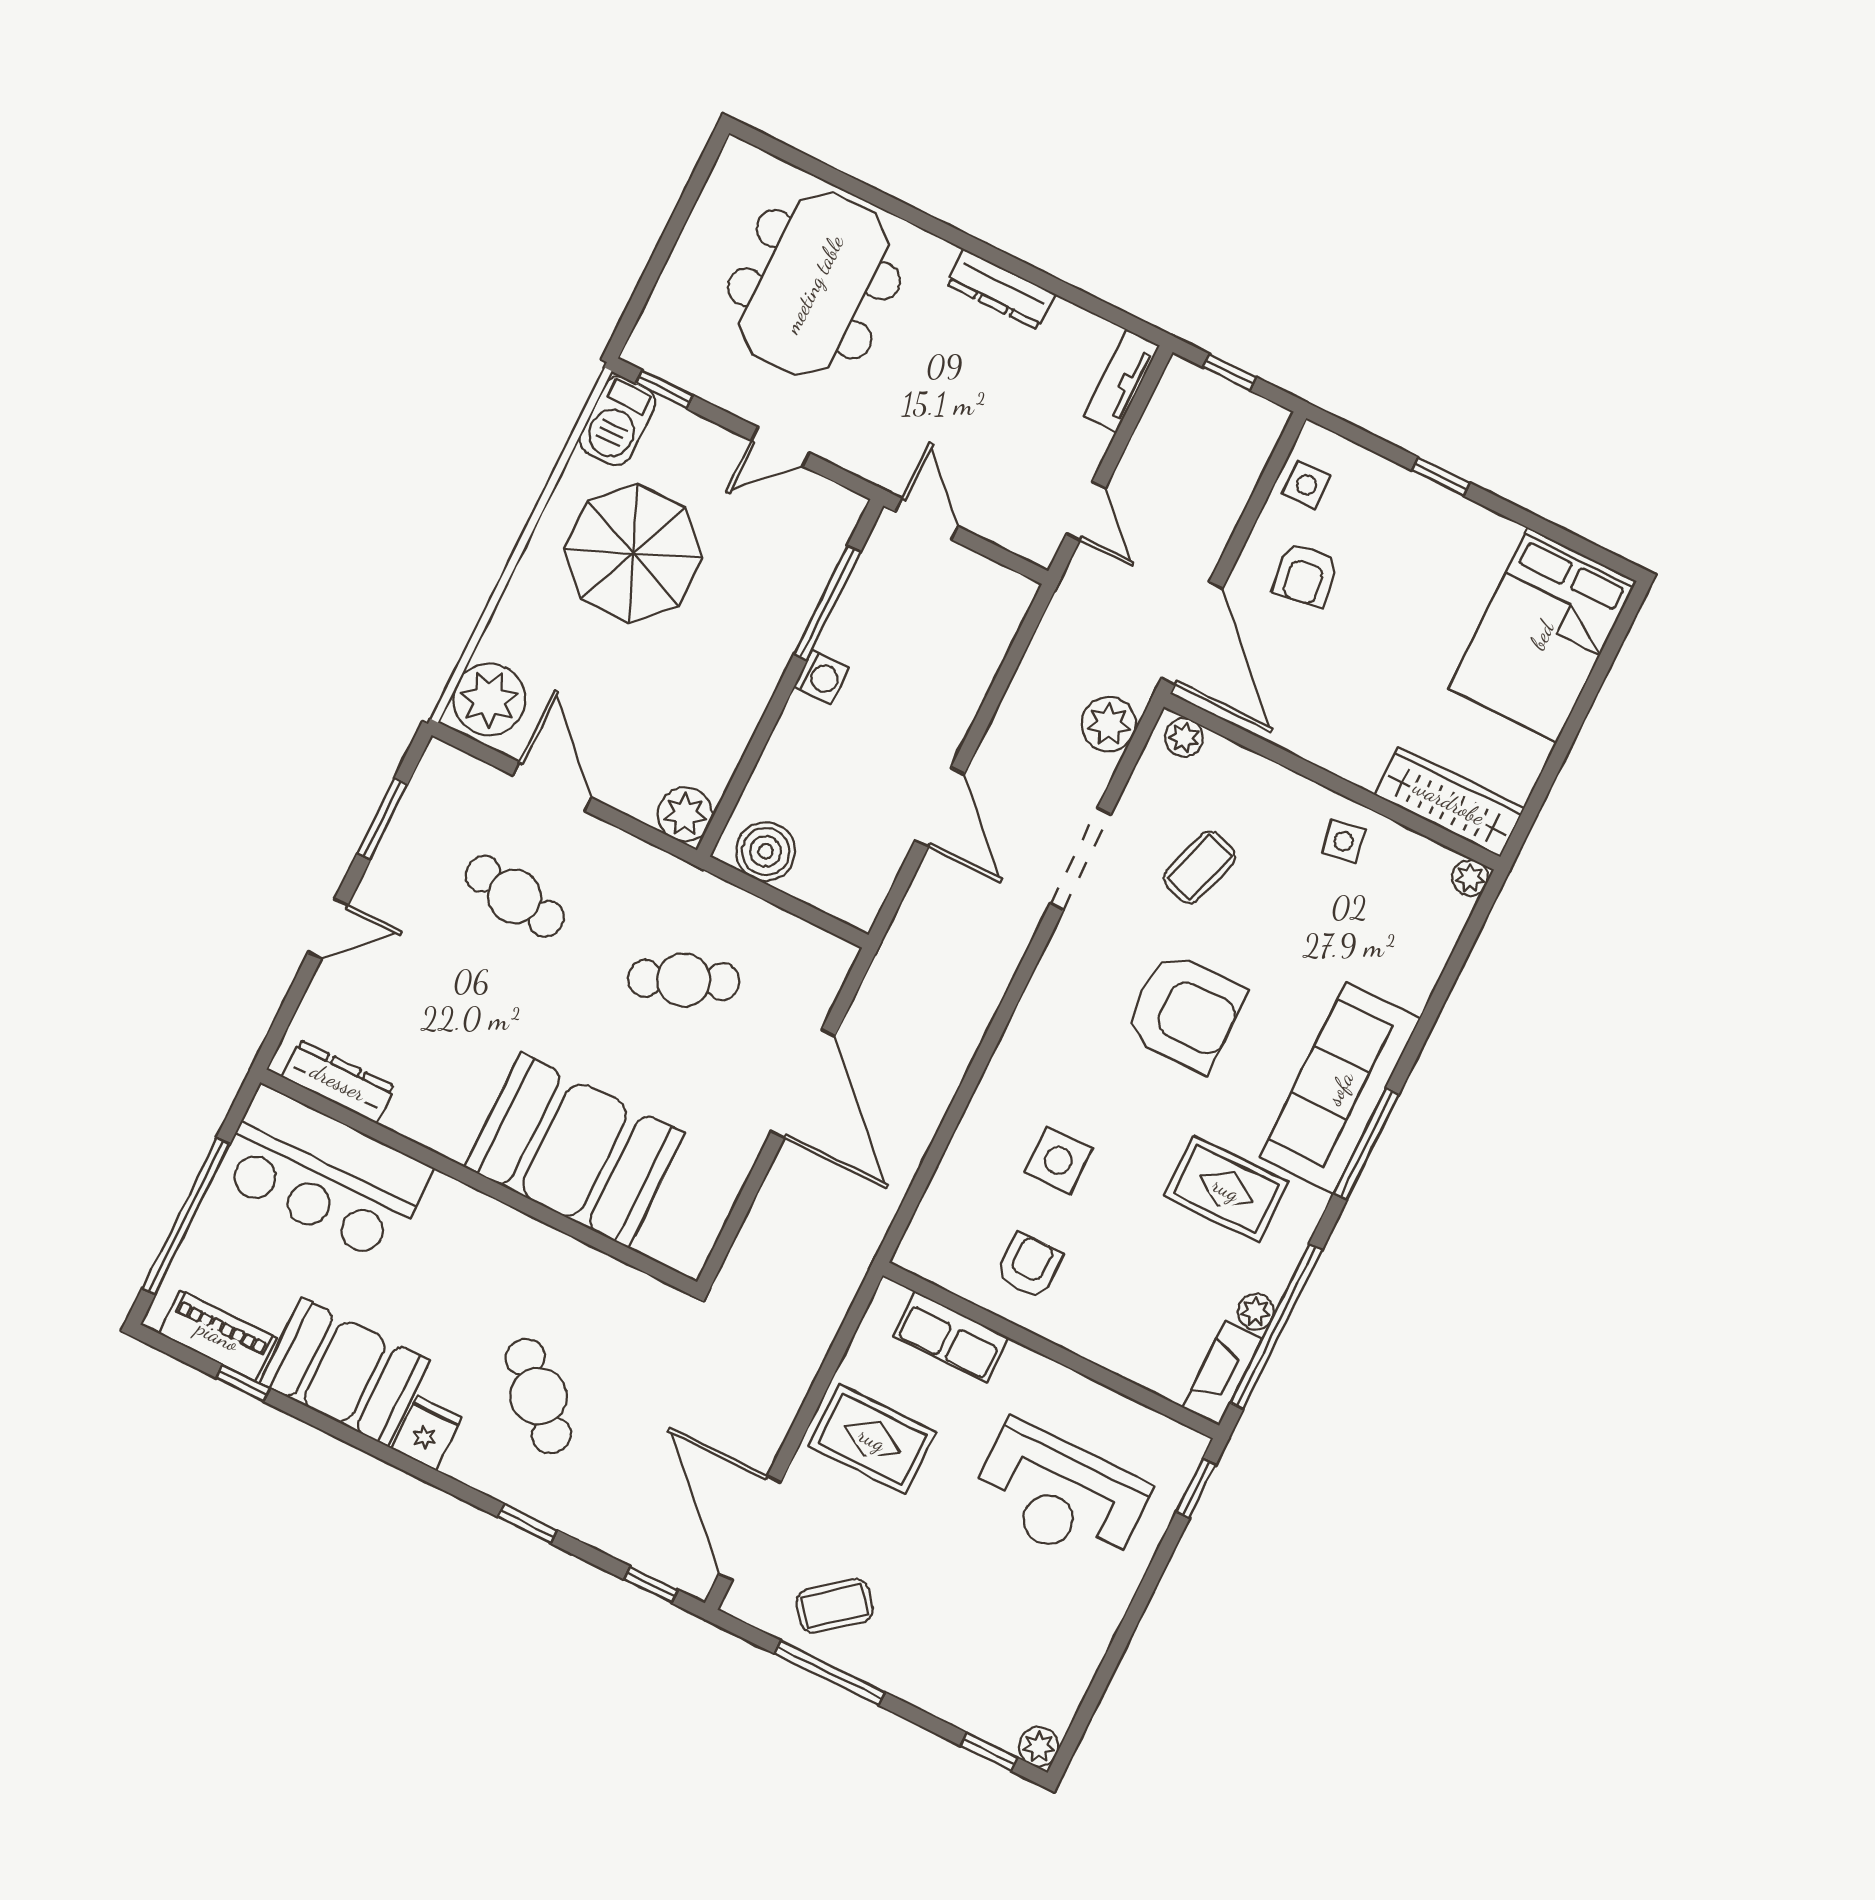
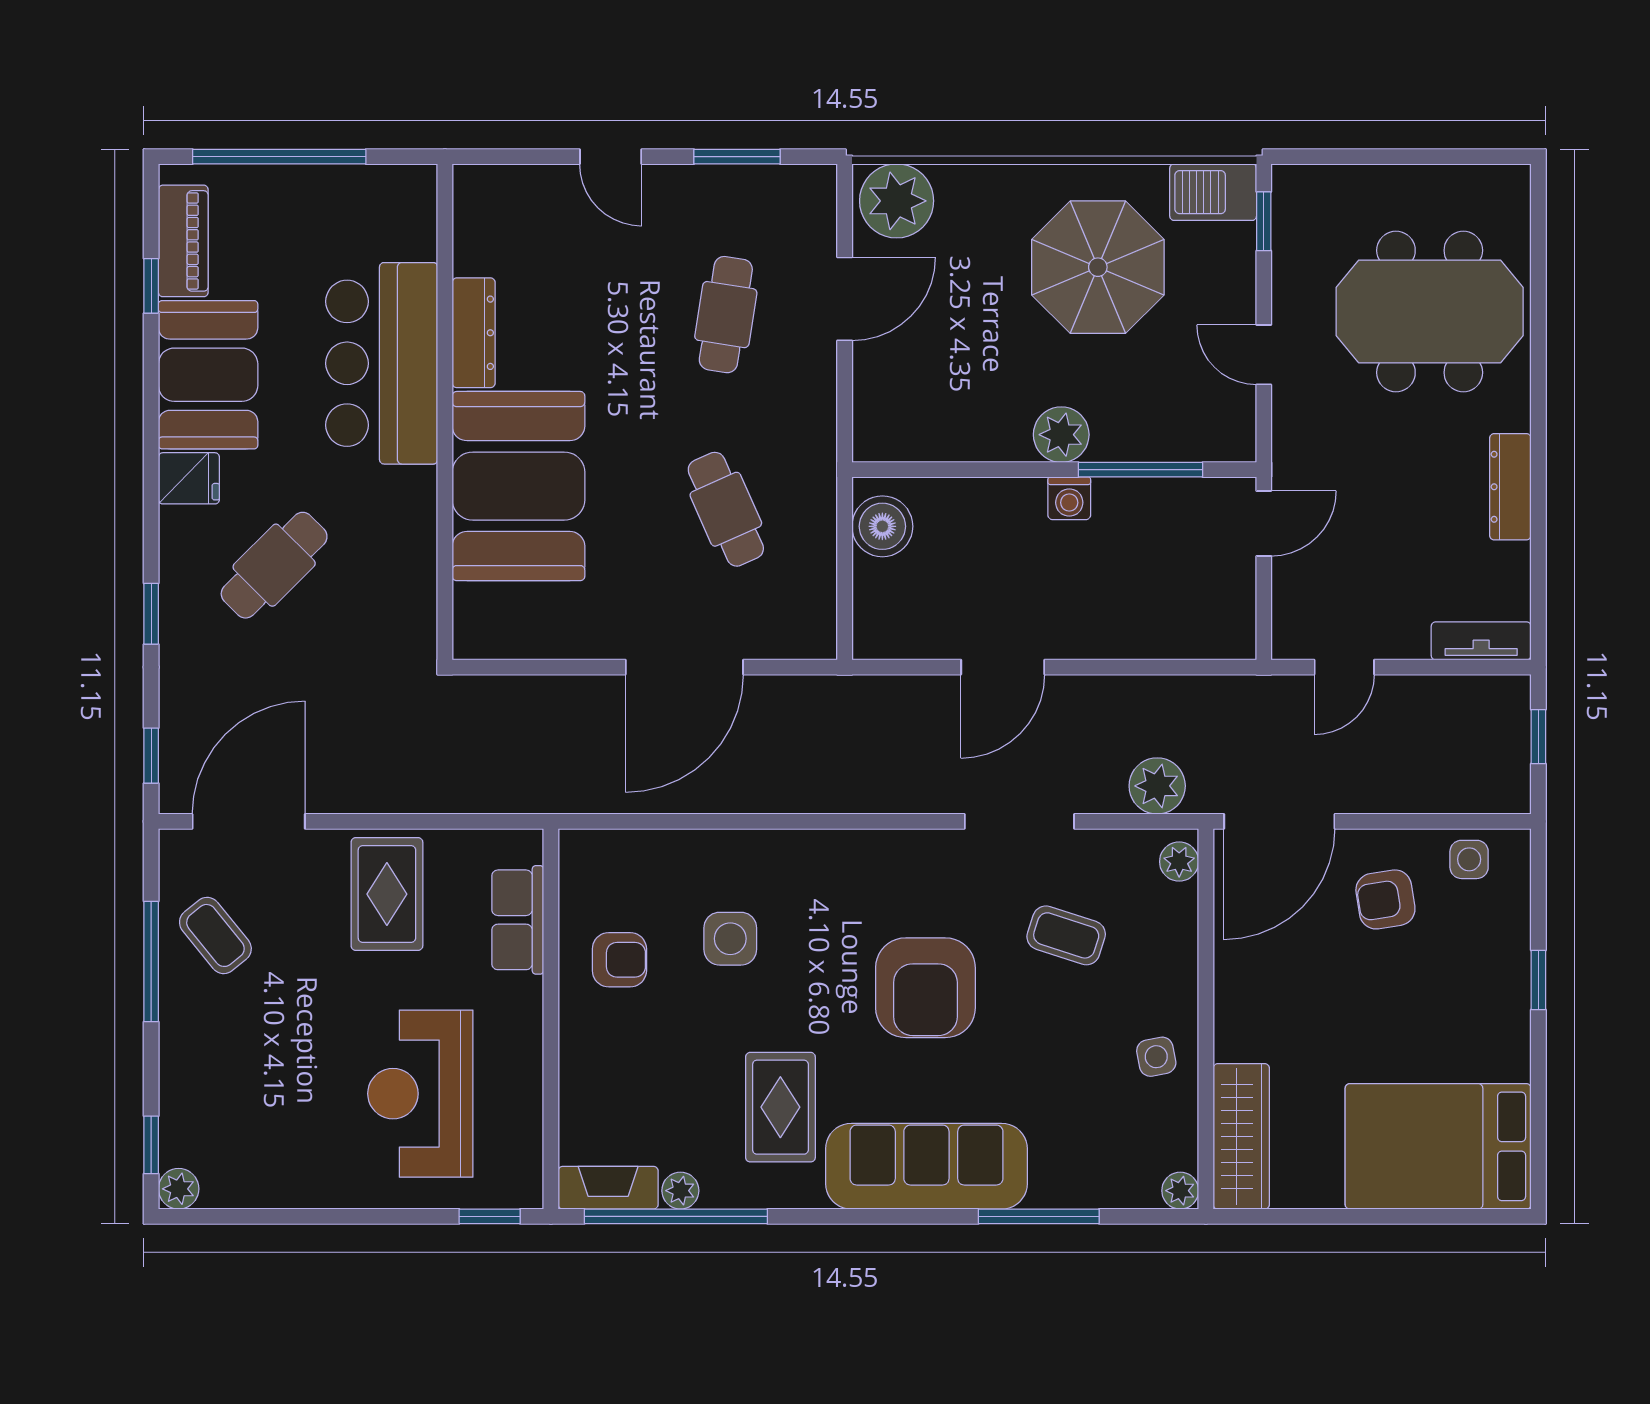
plant: (685, 814) -> (1061, 435), moved
dresser: (338, 1082) -> (474, 333), moved
window: (1366, 1144) -> (1039, 1216), moved
bar counter: (324, 1174) -> (382, 363), moved

